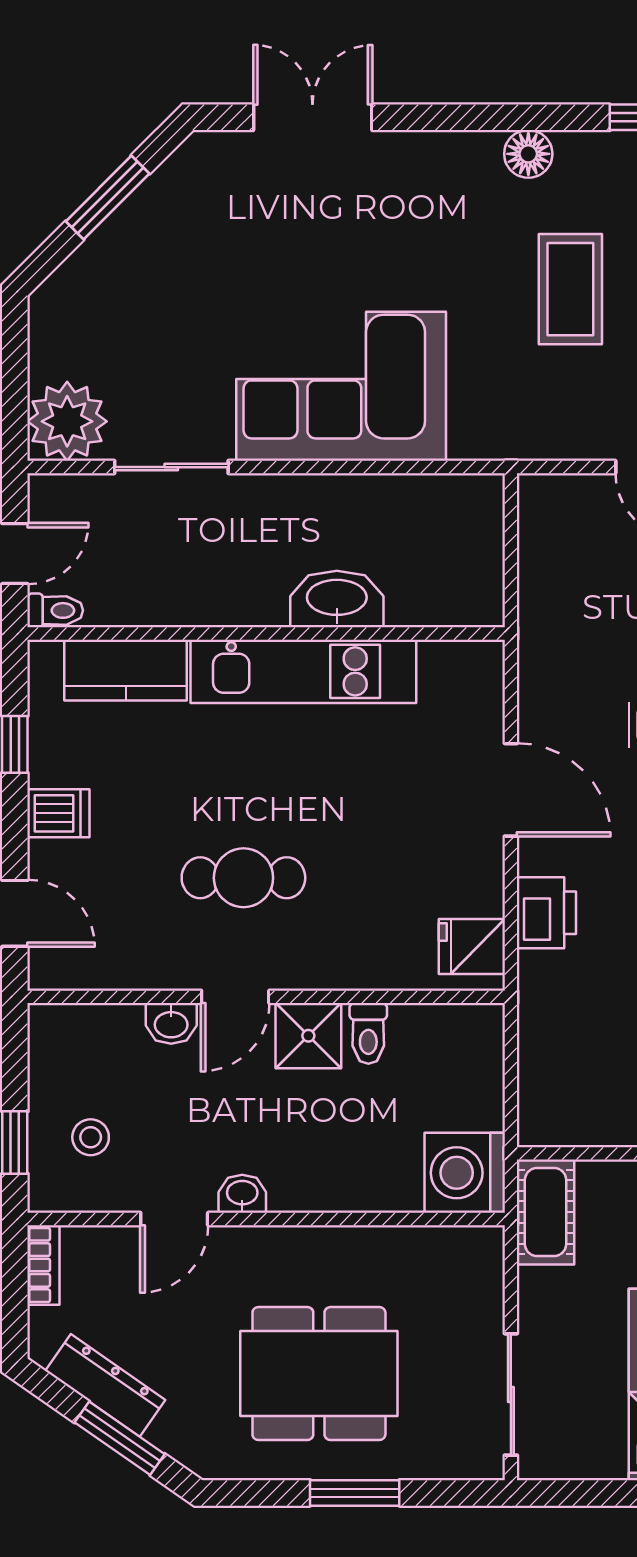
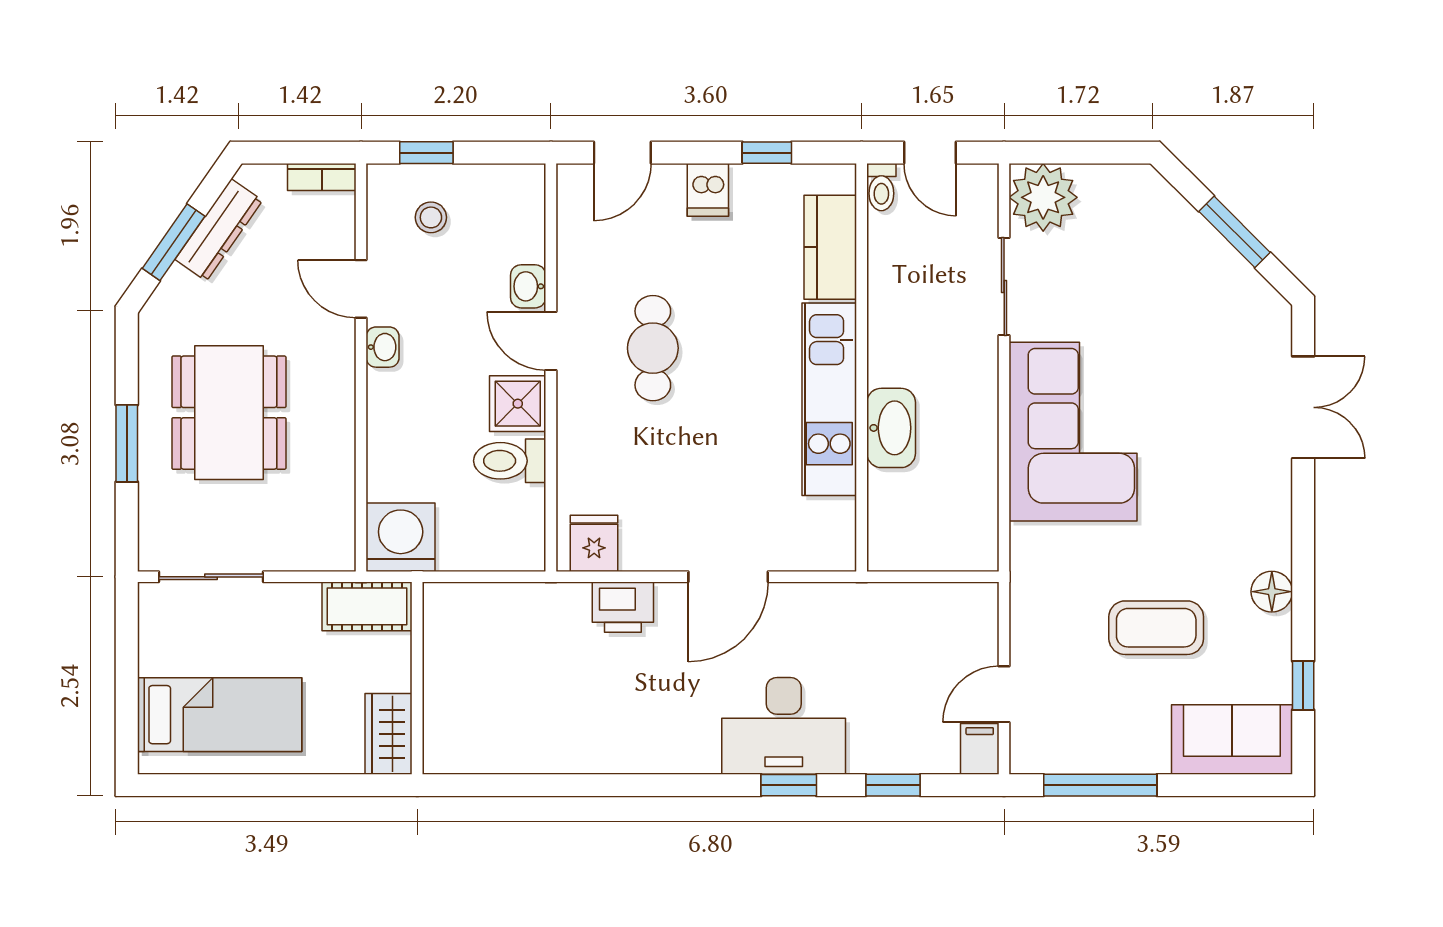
toilet: (368, 1033) -> (510, 461), width x1.37, depth x1.39

